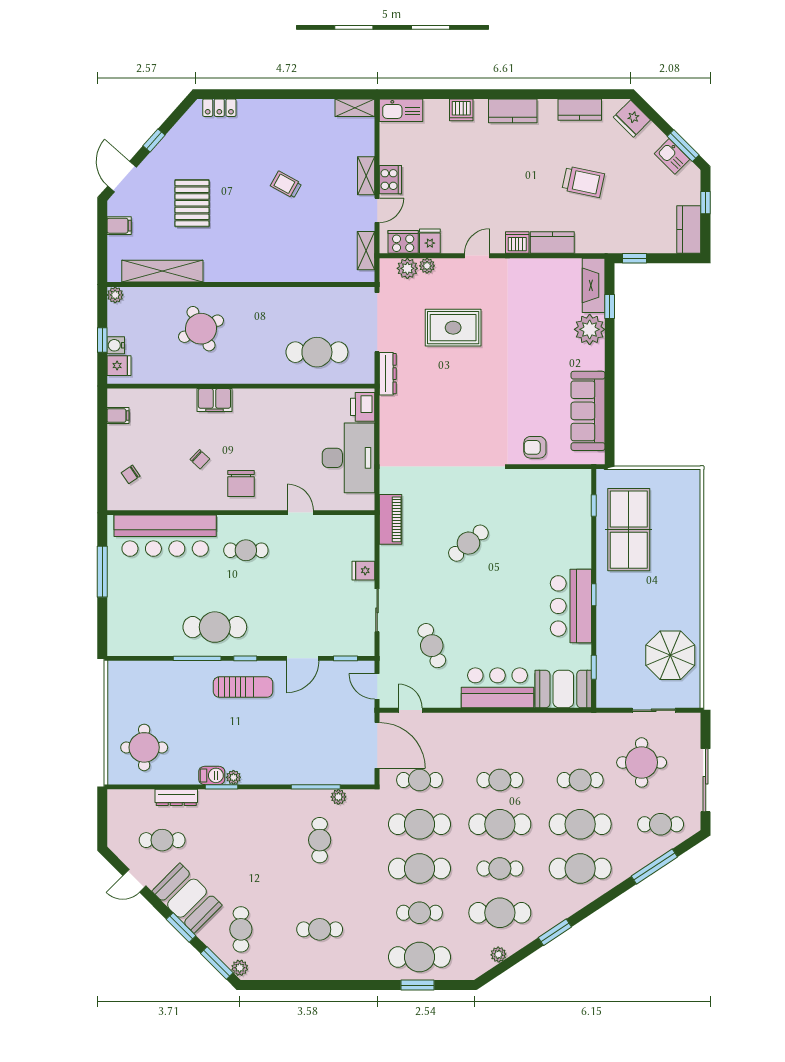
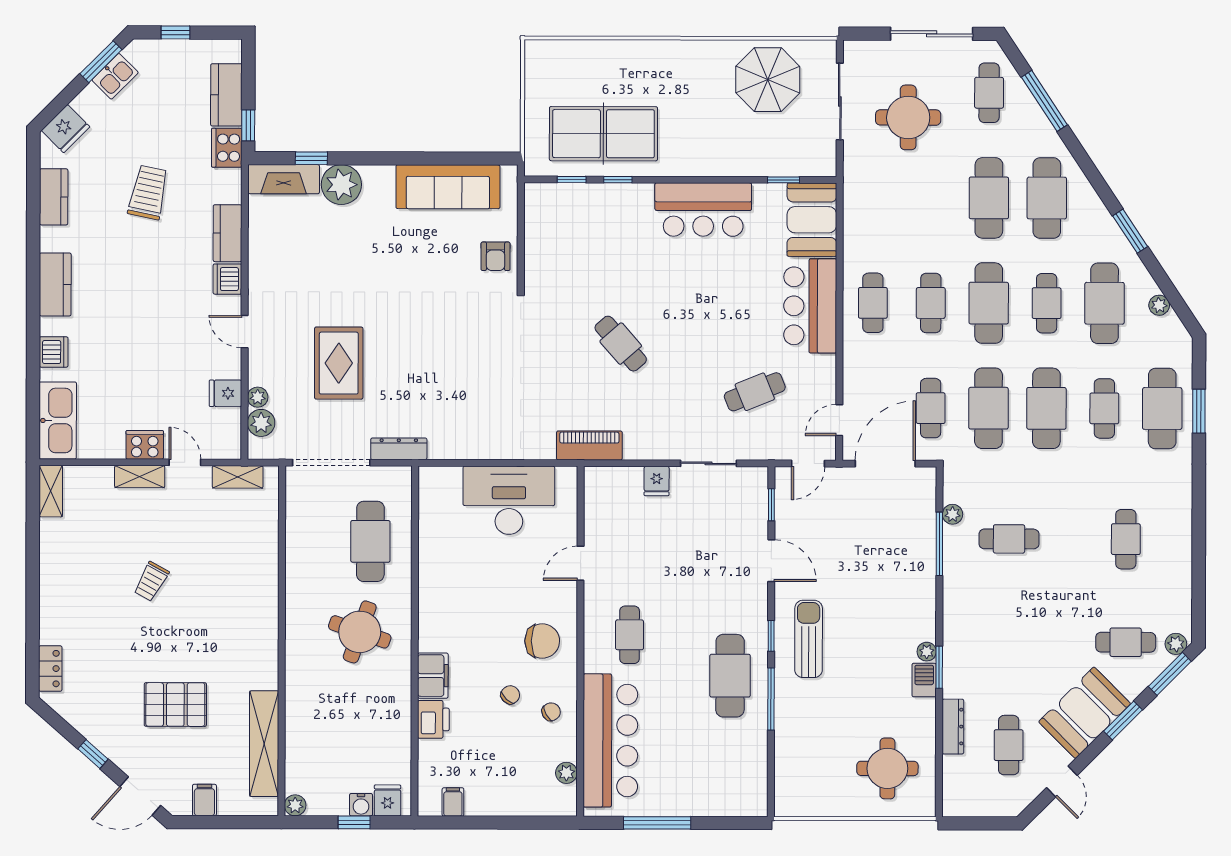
kitchen sink: (401, 110) -> (58, 420), width x1.36, depth x1.24
kitchen counter: (689, 230) -> (226, 95), moved, turned 90
cooker: (403, 242) -> (227, 148), moved
round table: (201, 329) -> (360, 632), moved, turned 45
printer: (363, 407) -> (433, 719), moved, turned -90
chair: (131, 474) -> (551, 712), moved, turned -85
plant: (140, 502) -> (566, 773), added
window: (594, 595) -> (618, 180), moved
sliding door: (654, 710) -> (840, 102), width x1.37
cafe table: (580, 780) -> (873, 303), moved

